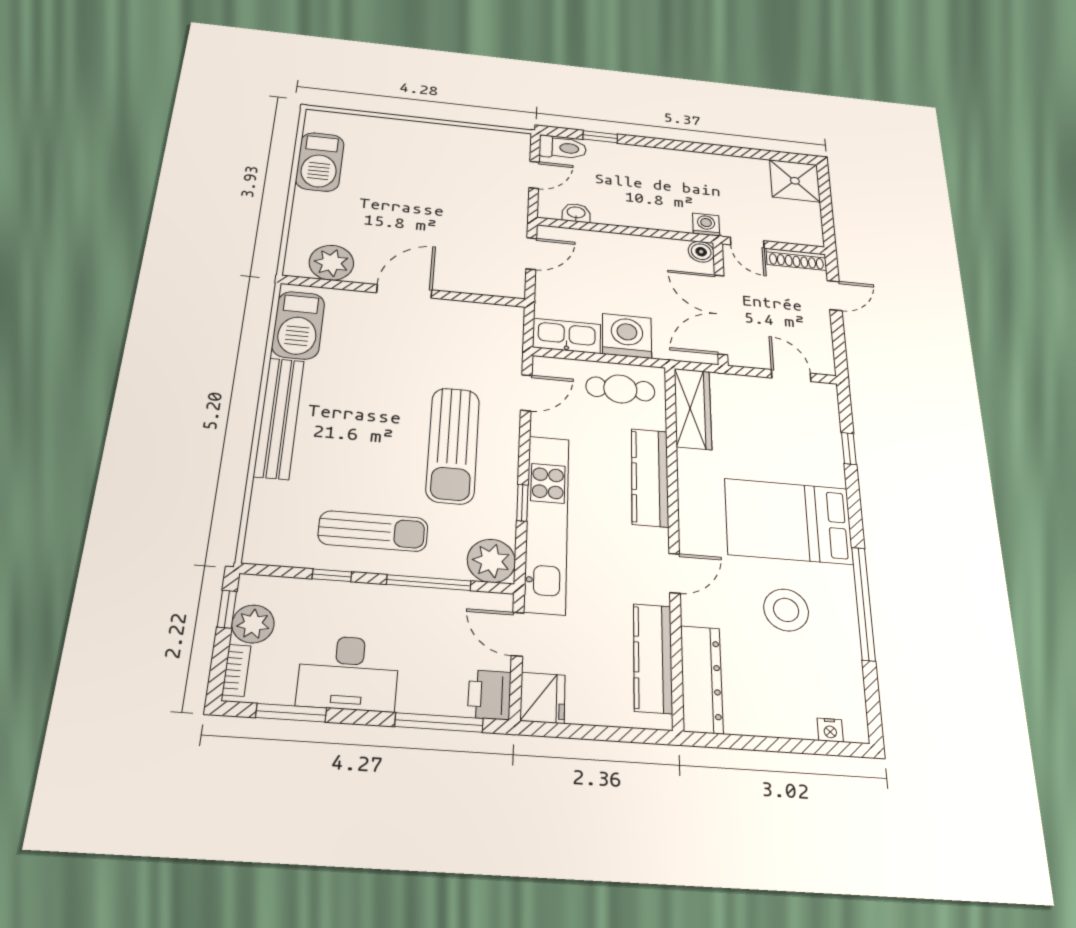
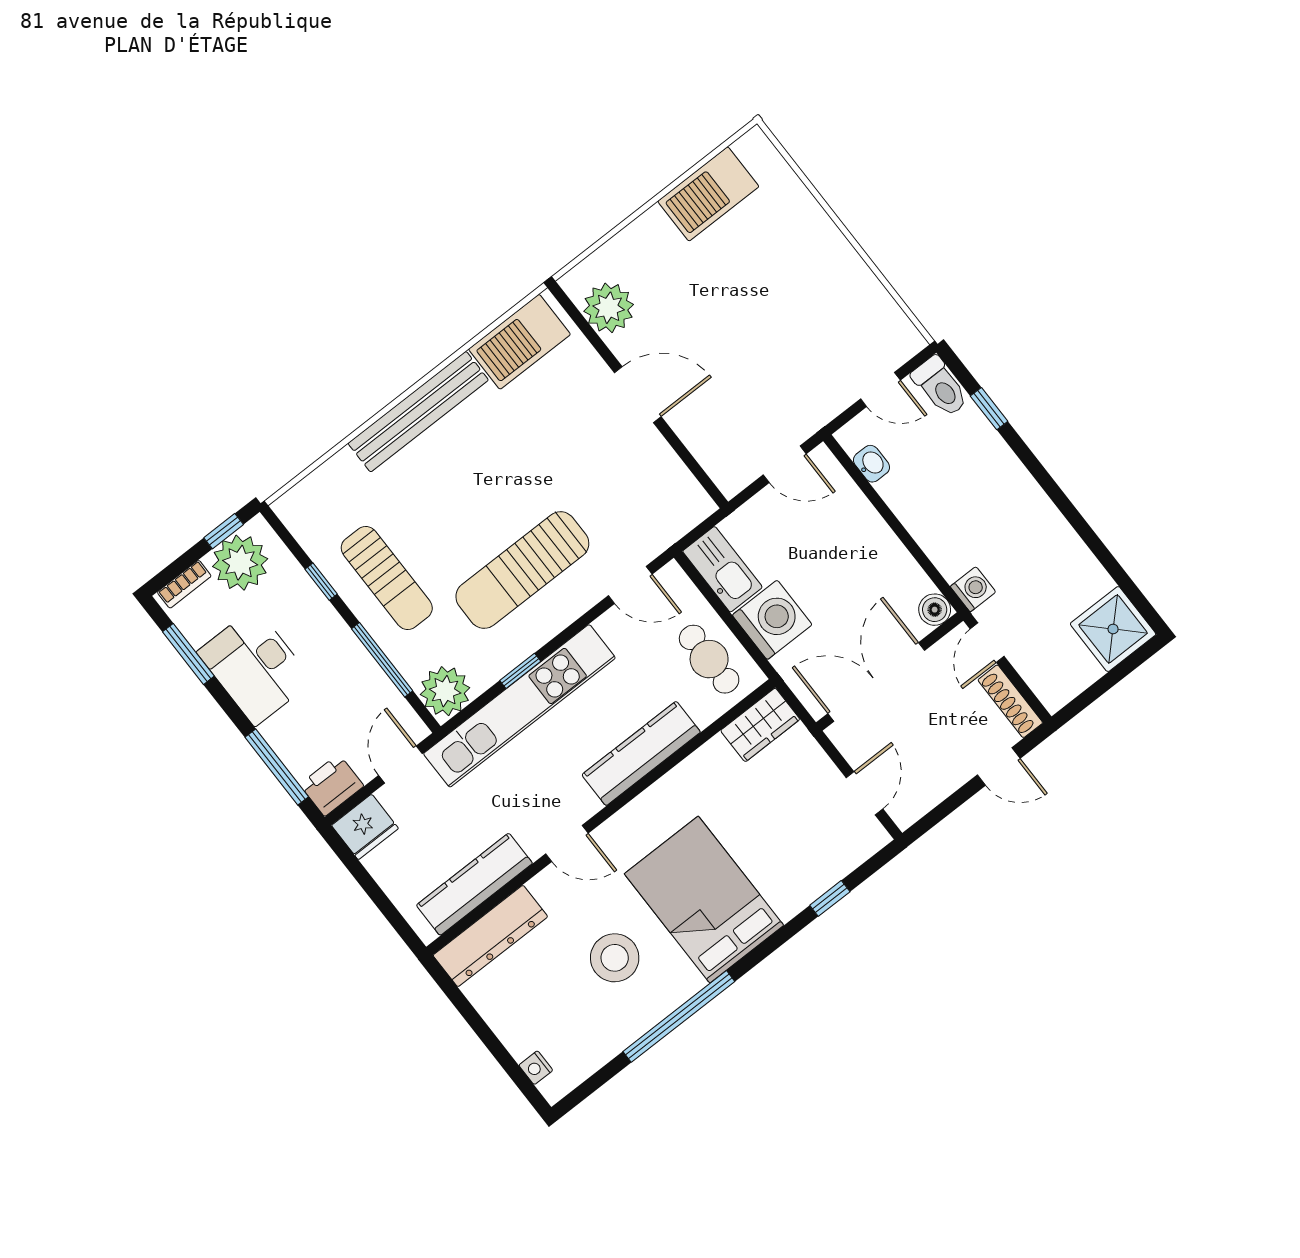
wardrobe: (693, 409) -> (760, 725), width x0.67
plant: (253, 624) -> (240, 563), width x1.36, depth x1.36

